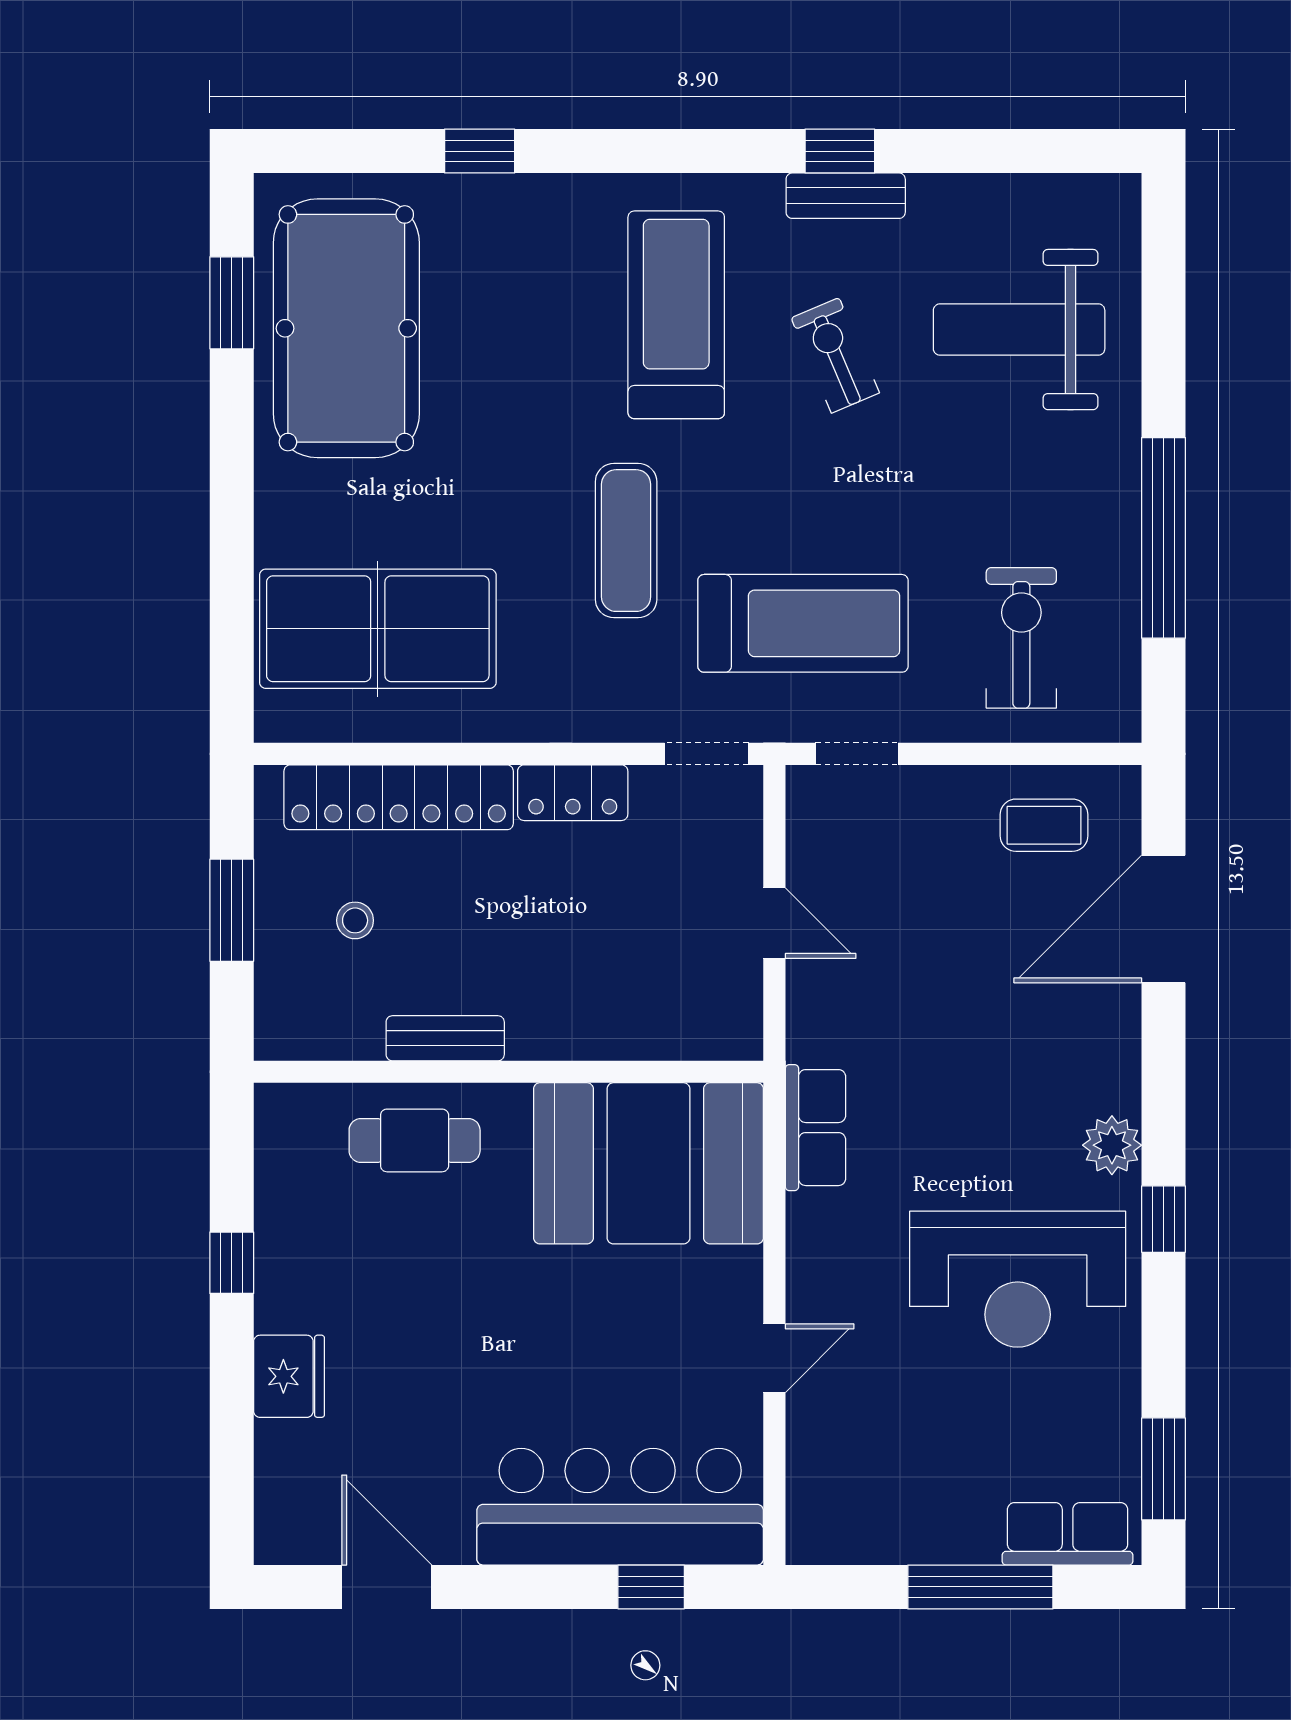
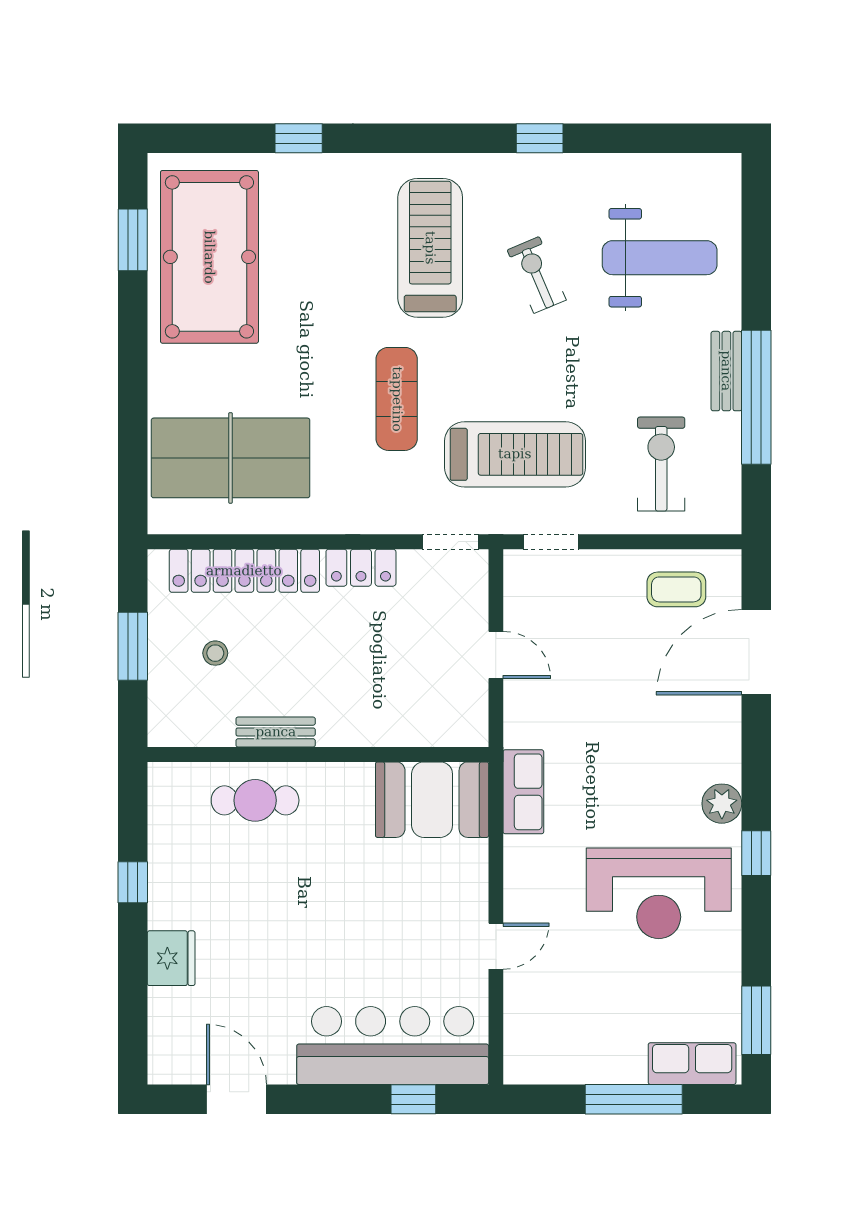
bench: (846, 196) -> (726, 371), moved, turned 90
weight bench: (1019, 330) -> (660, 258), turned 180
booth: (648, 1163) -> (432, 800), width x0.73, depth x0.70

